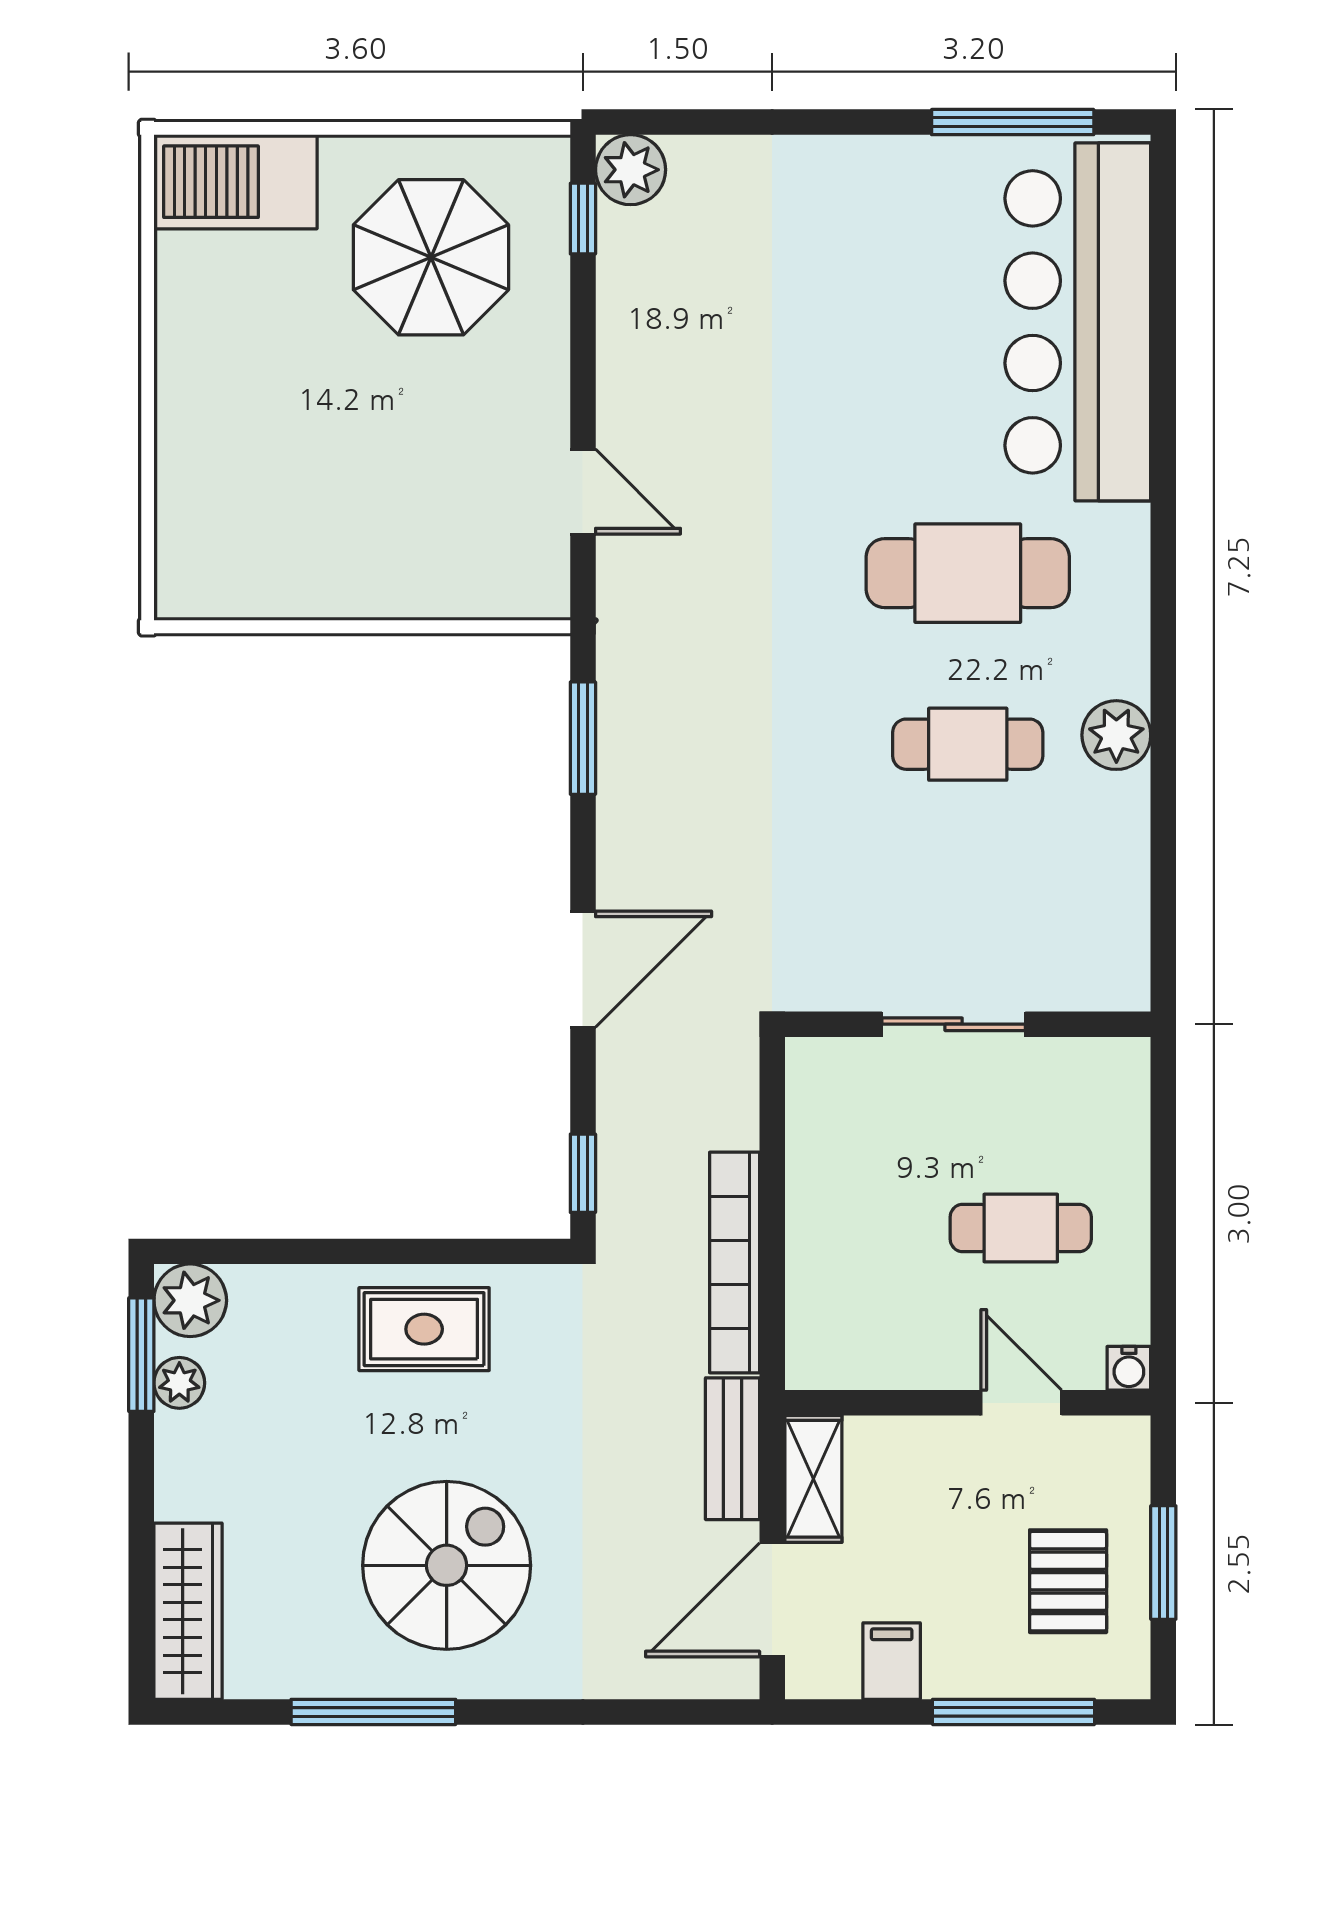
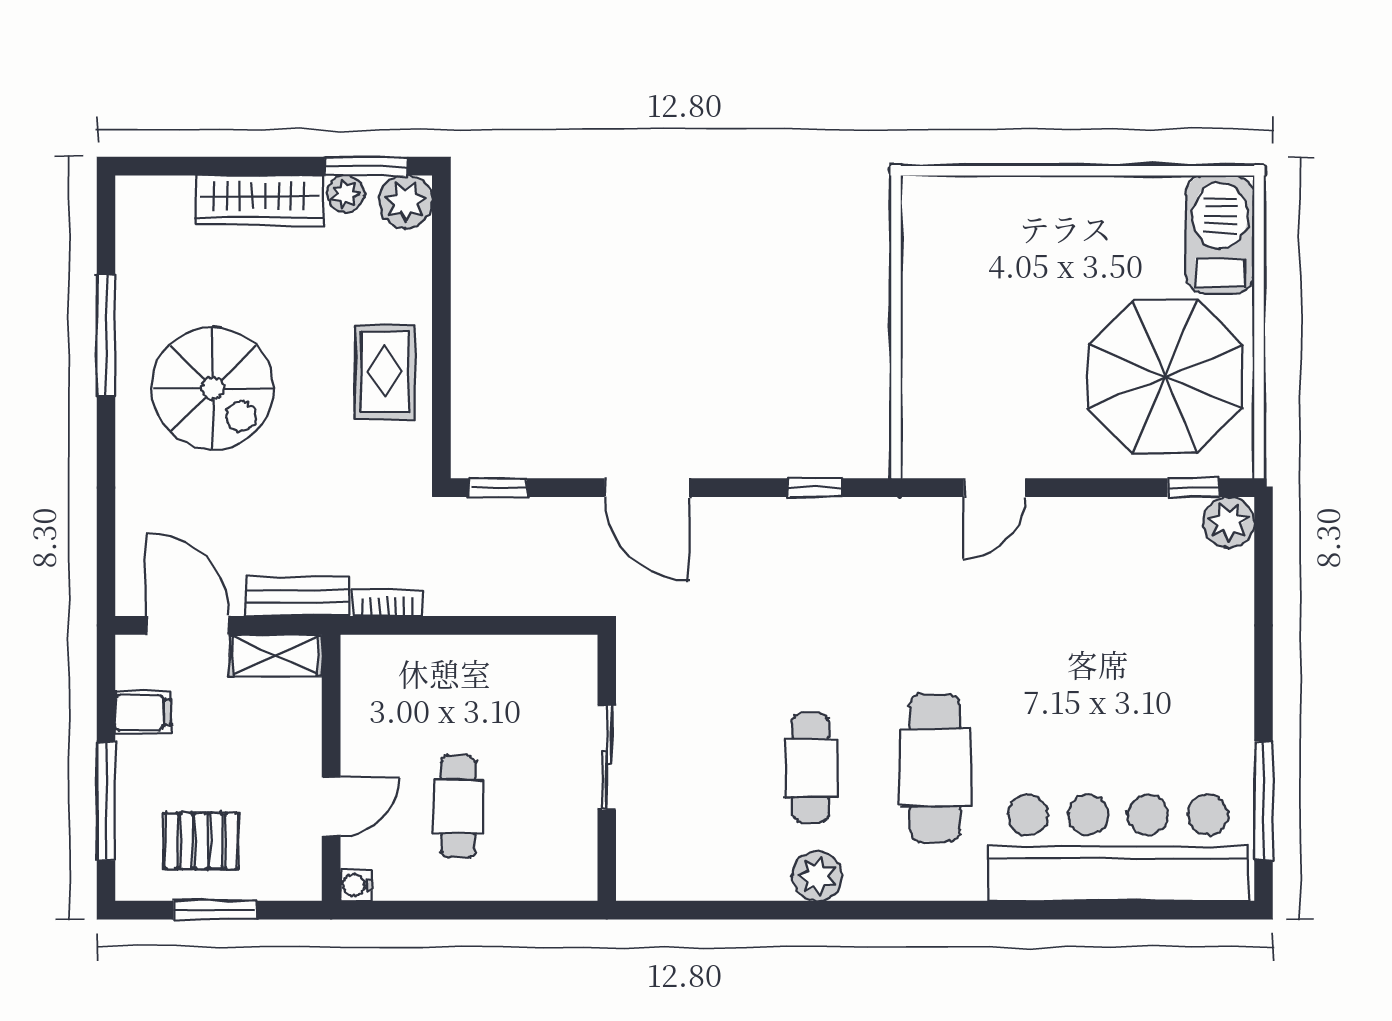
parasol: (431, 257) -> (1165, 377), width x1.36, depth x1.36
window: (583, 738) -> (815, 488), width x0.67
bookcase: (735, 1262) -> (388, 602), width x0.43, depth x0.76
wardrobe: (188, 1611) -> (259, 200), moved

